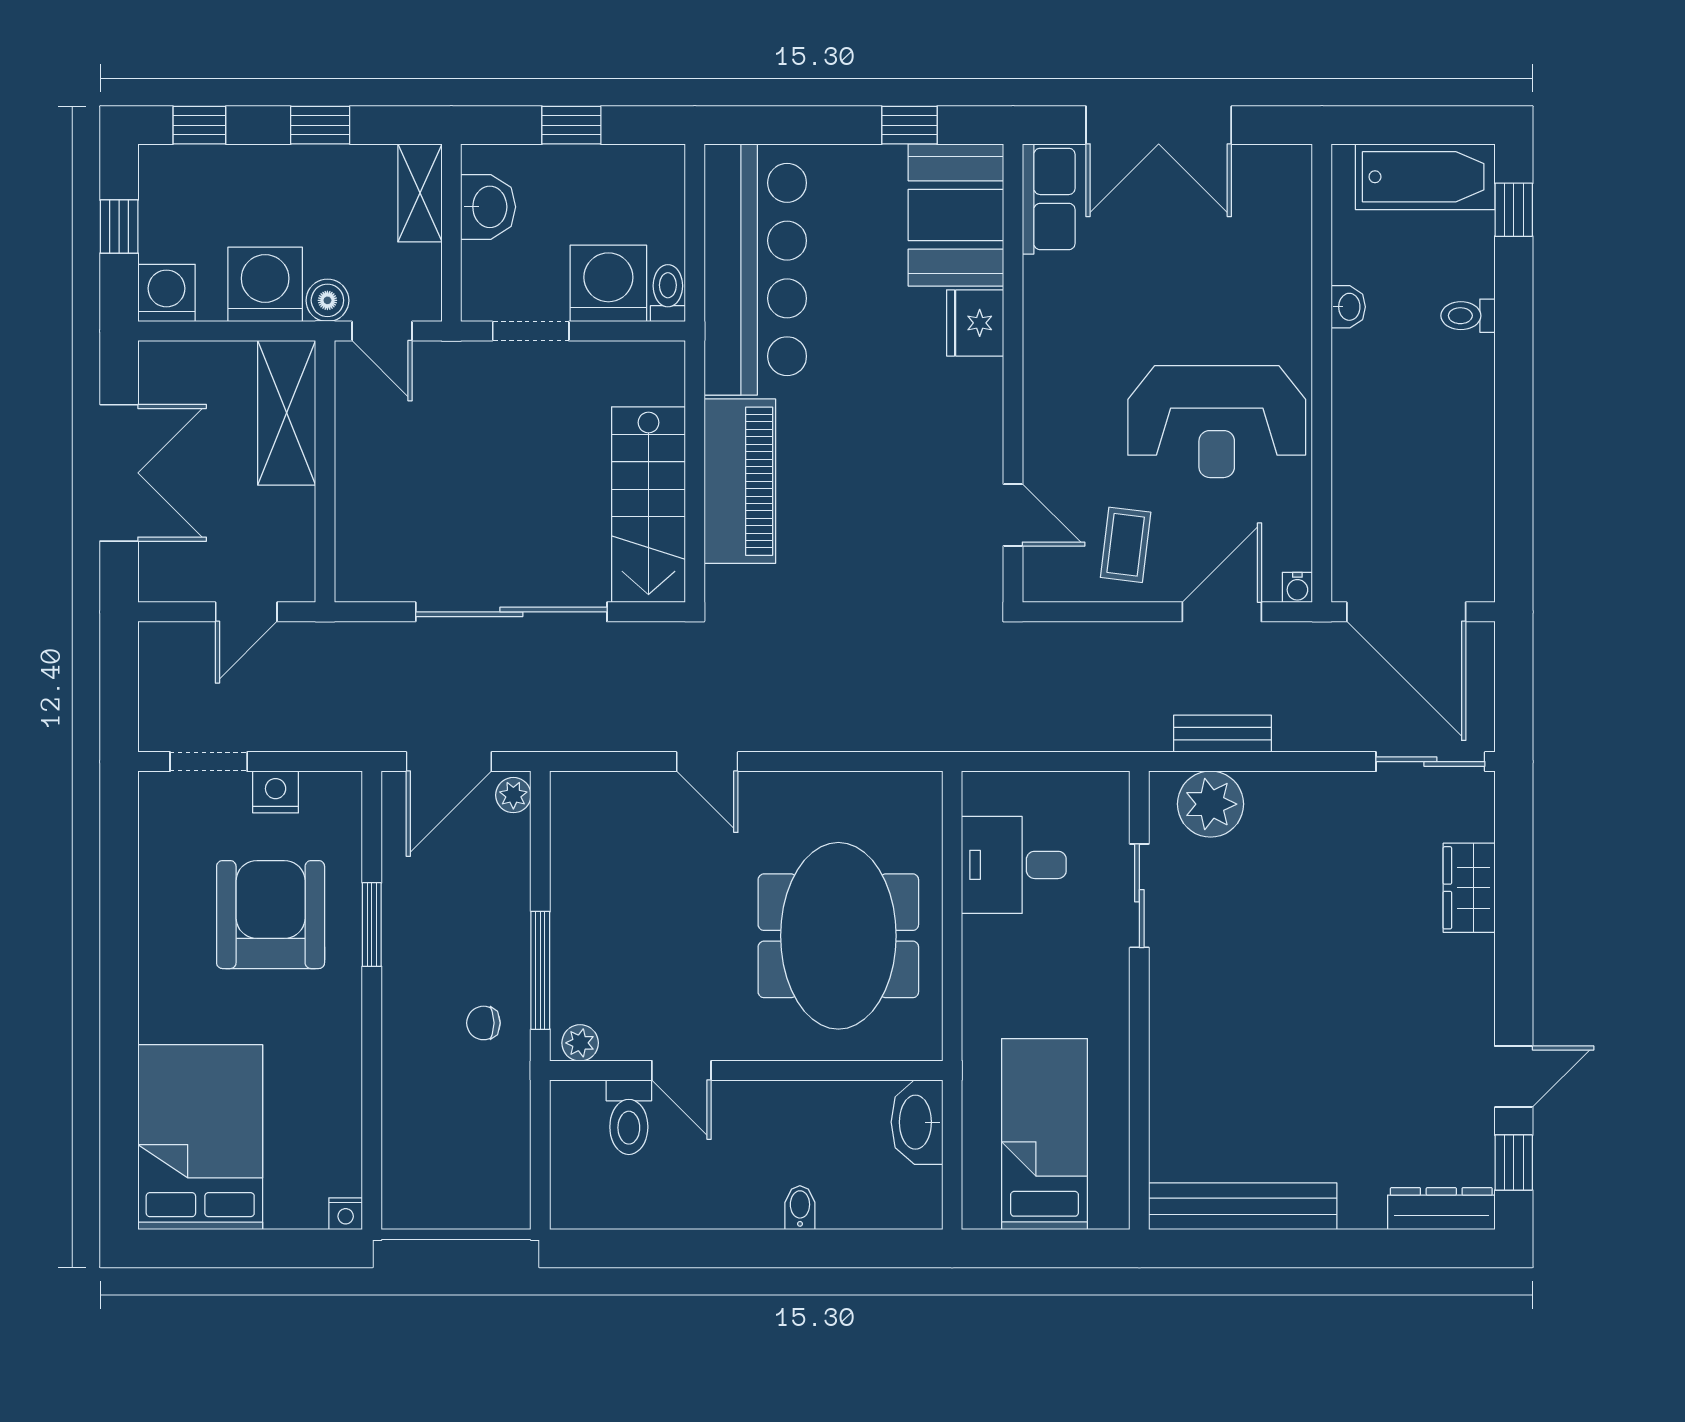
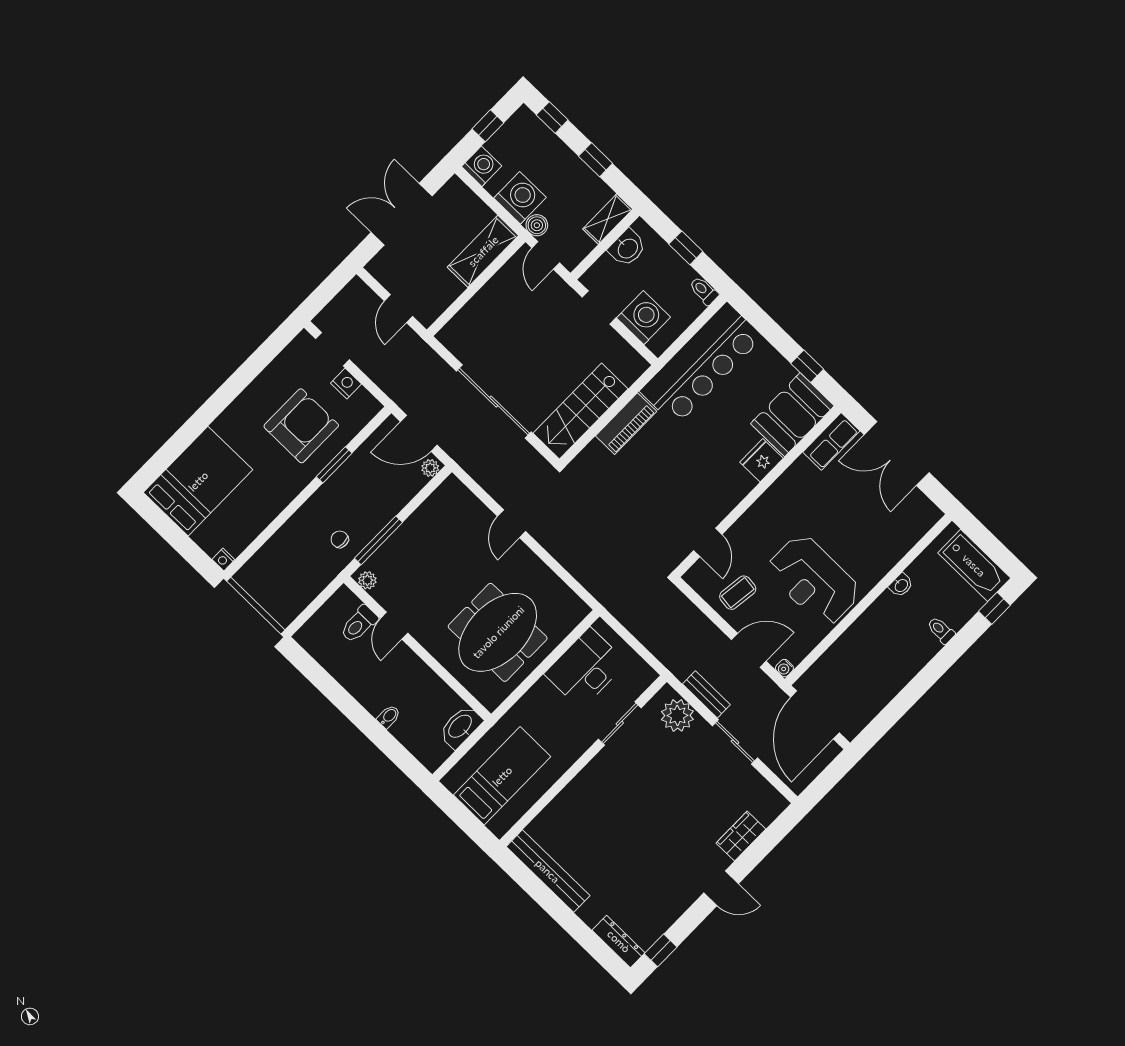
toilet: (668, 293) -> (704, 291), moved, turned -90
double door: (119, 473) -> (402, 214), swing flipped
piano: (740, 481) -> (626, 424), width x0.73, depth x0.75
door: (246, 612) -> (399, 309), hinge flipped
sliding door: (1430, 762) -> (735, 742), moved
desk: (1014, 865) -> (585, 668), width x1.37
door: (1514, 1077) -> (721, 888), moved

